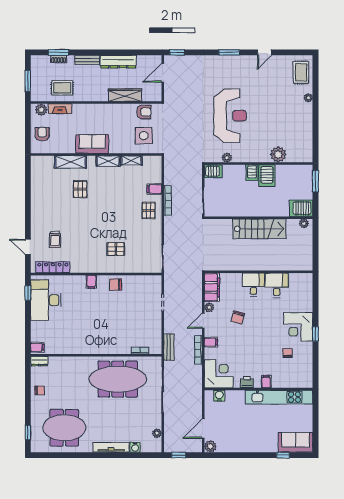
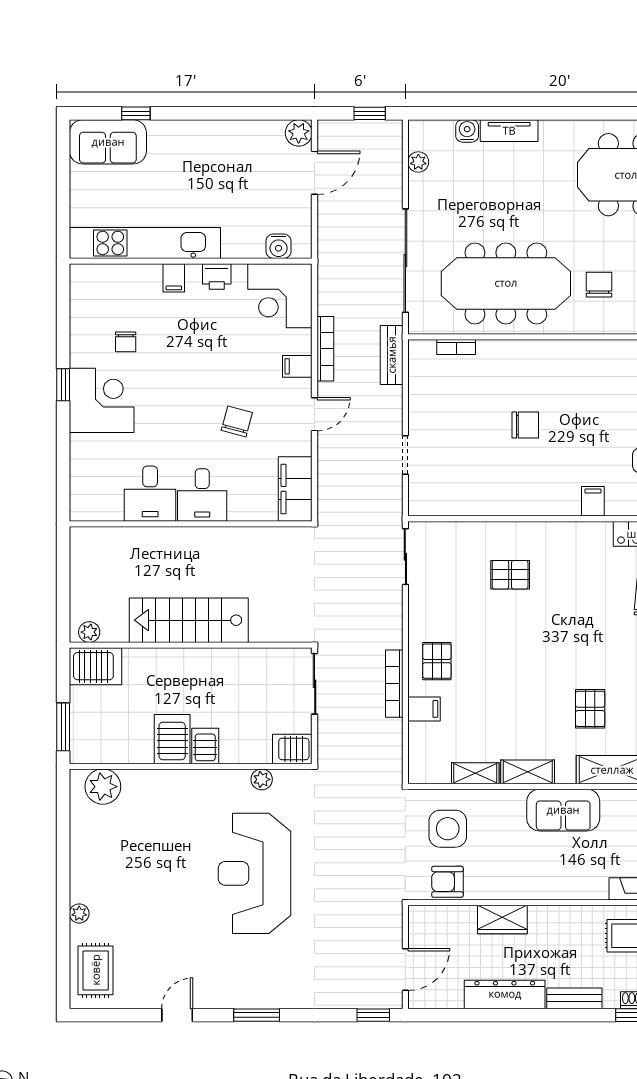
wardrobe: (125, 95) -> (502, 920), width x0.67
plant: (278, 154) -> (103, 787), moved
filing cabinet: (91, 282) -> (593, 501), moved
chair: (115, 285) -> (525, 425), moved
plant: (209, 307) -> (301, 444), removed
chair: (76, 379) -> (599, 285), added
tv unit: (111, 447) -> (509, 131), width x0.71

